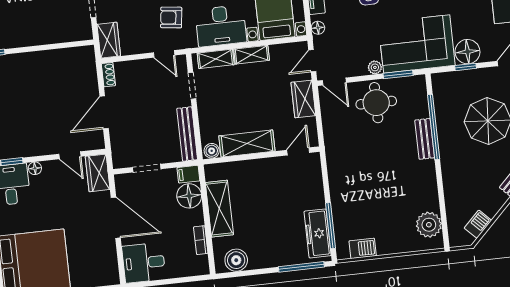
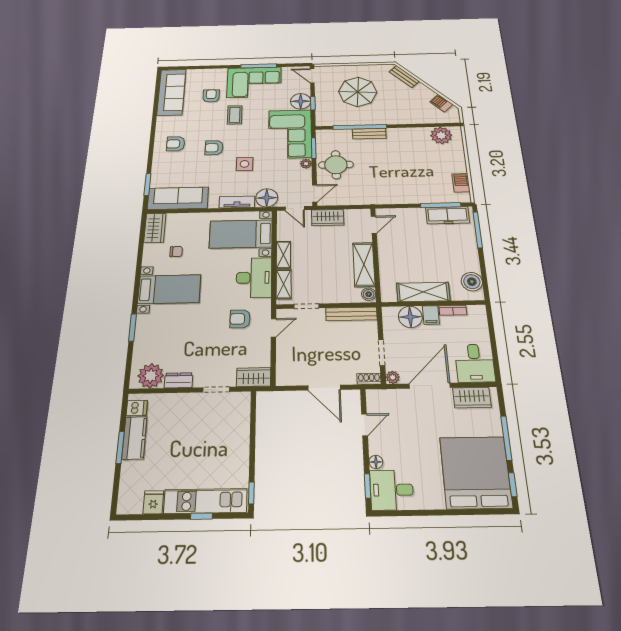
armchair: (171, 17) -> (240, 319), turned 83
floor lamp: (318, 28) -> (267, 198), width x1.89, depth x1.89
shoe rack: (108, 75) -> (369, 379), moved
door: (298, 151) -> (374, 225), swing flipped
wardrobe: (98, 173) -> (472, 398), moved
filing cabinet: (188, 174) -> (431, 315), moved
plant: (121, 180) -> (393, 377), added

